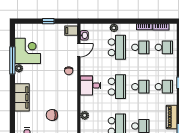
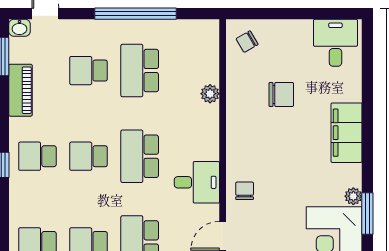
window: (12, 60) -> (367, 214), width x0.69
desk: (91, 85) -> (197, 182), moved

